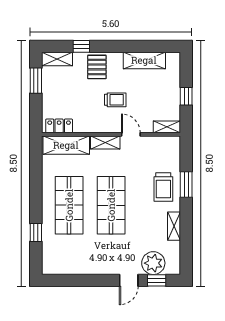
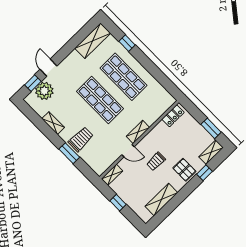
shelving: (66, 145) -> (93, 41), moved
trolley: (163, 187) -> (81, 139), turned 90

